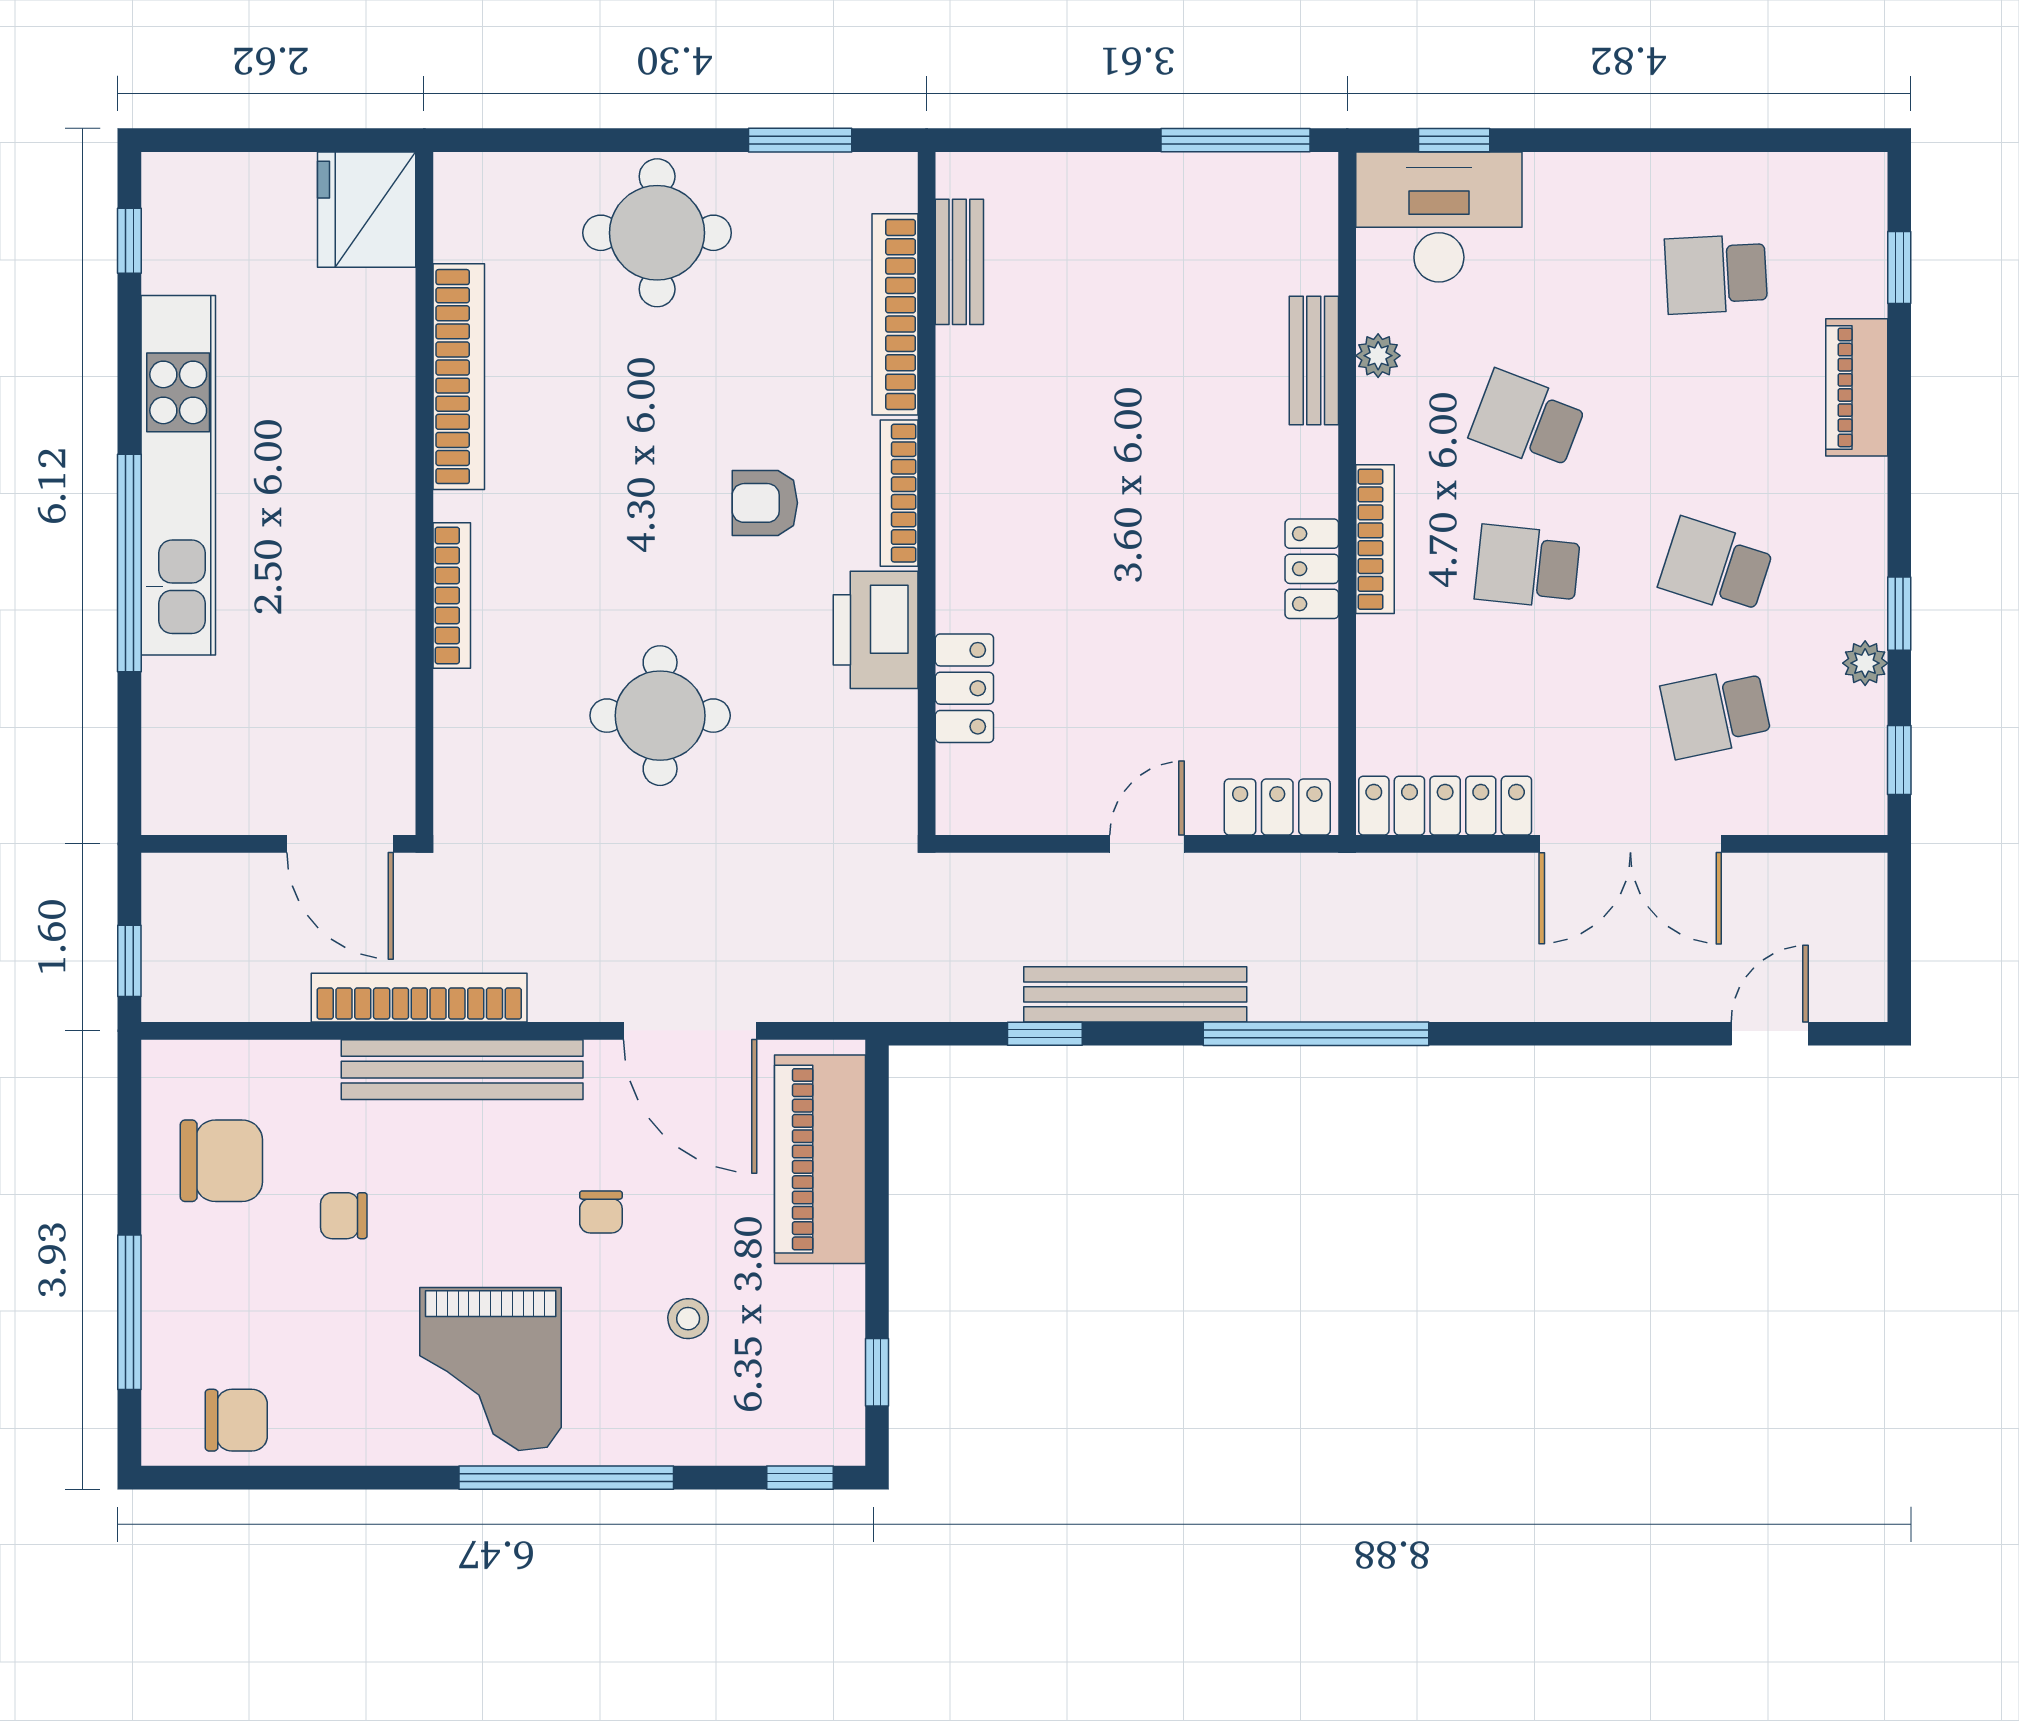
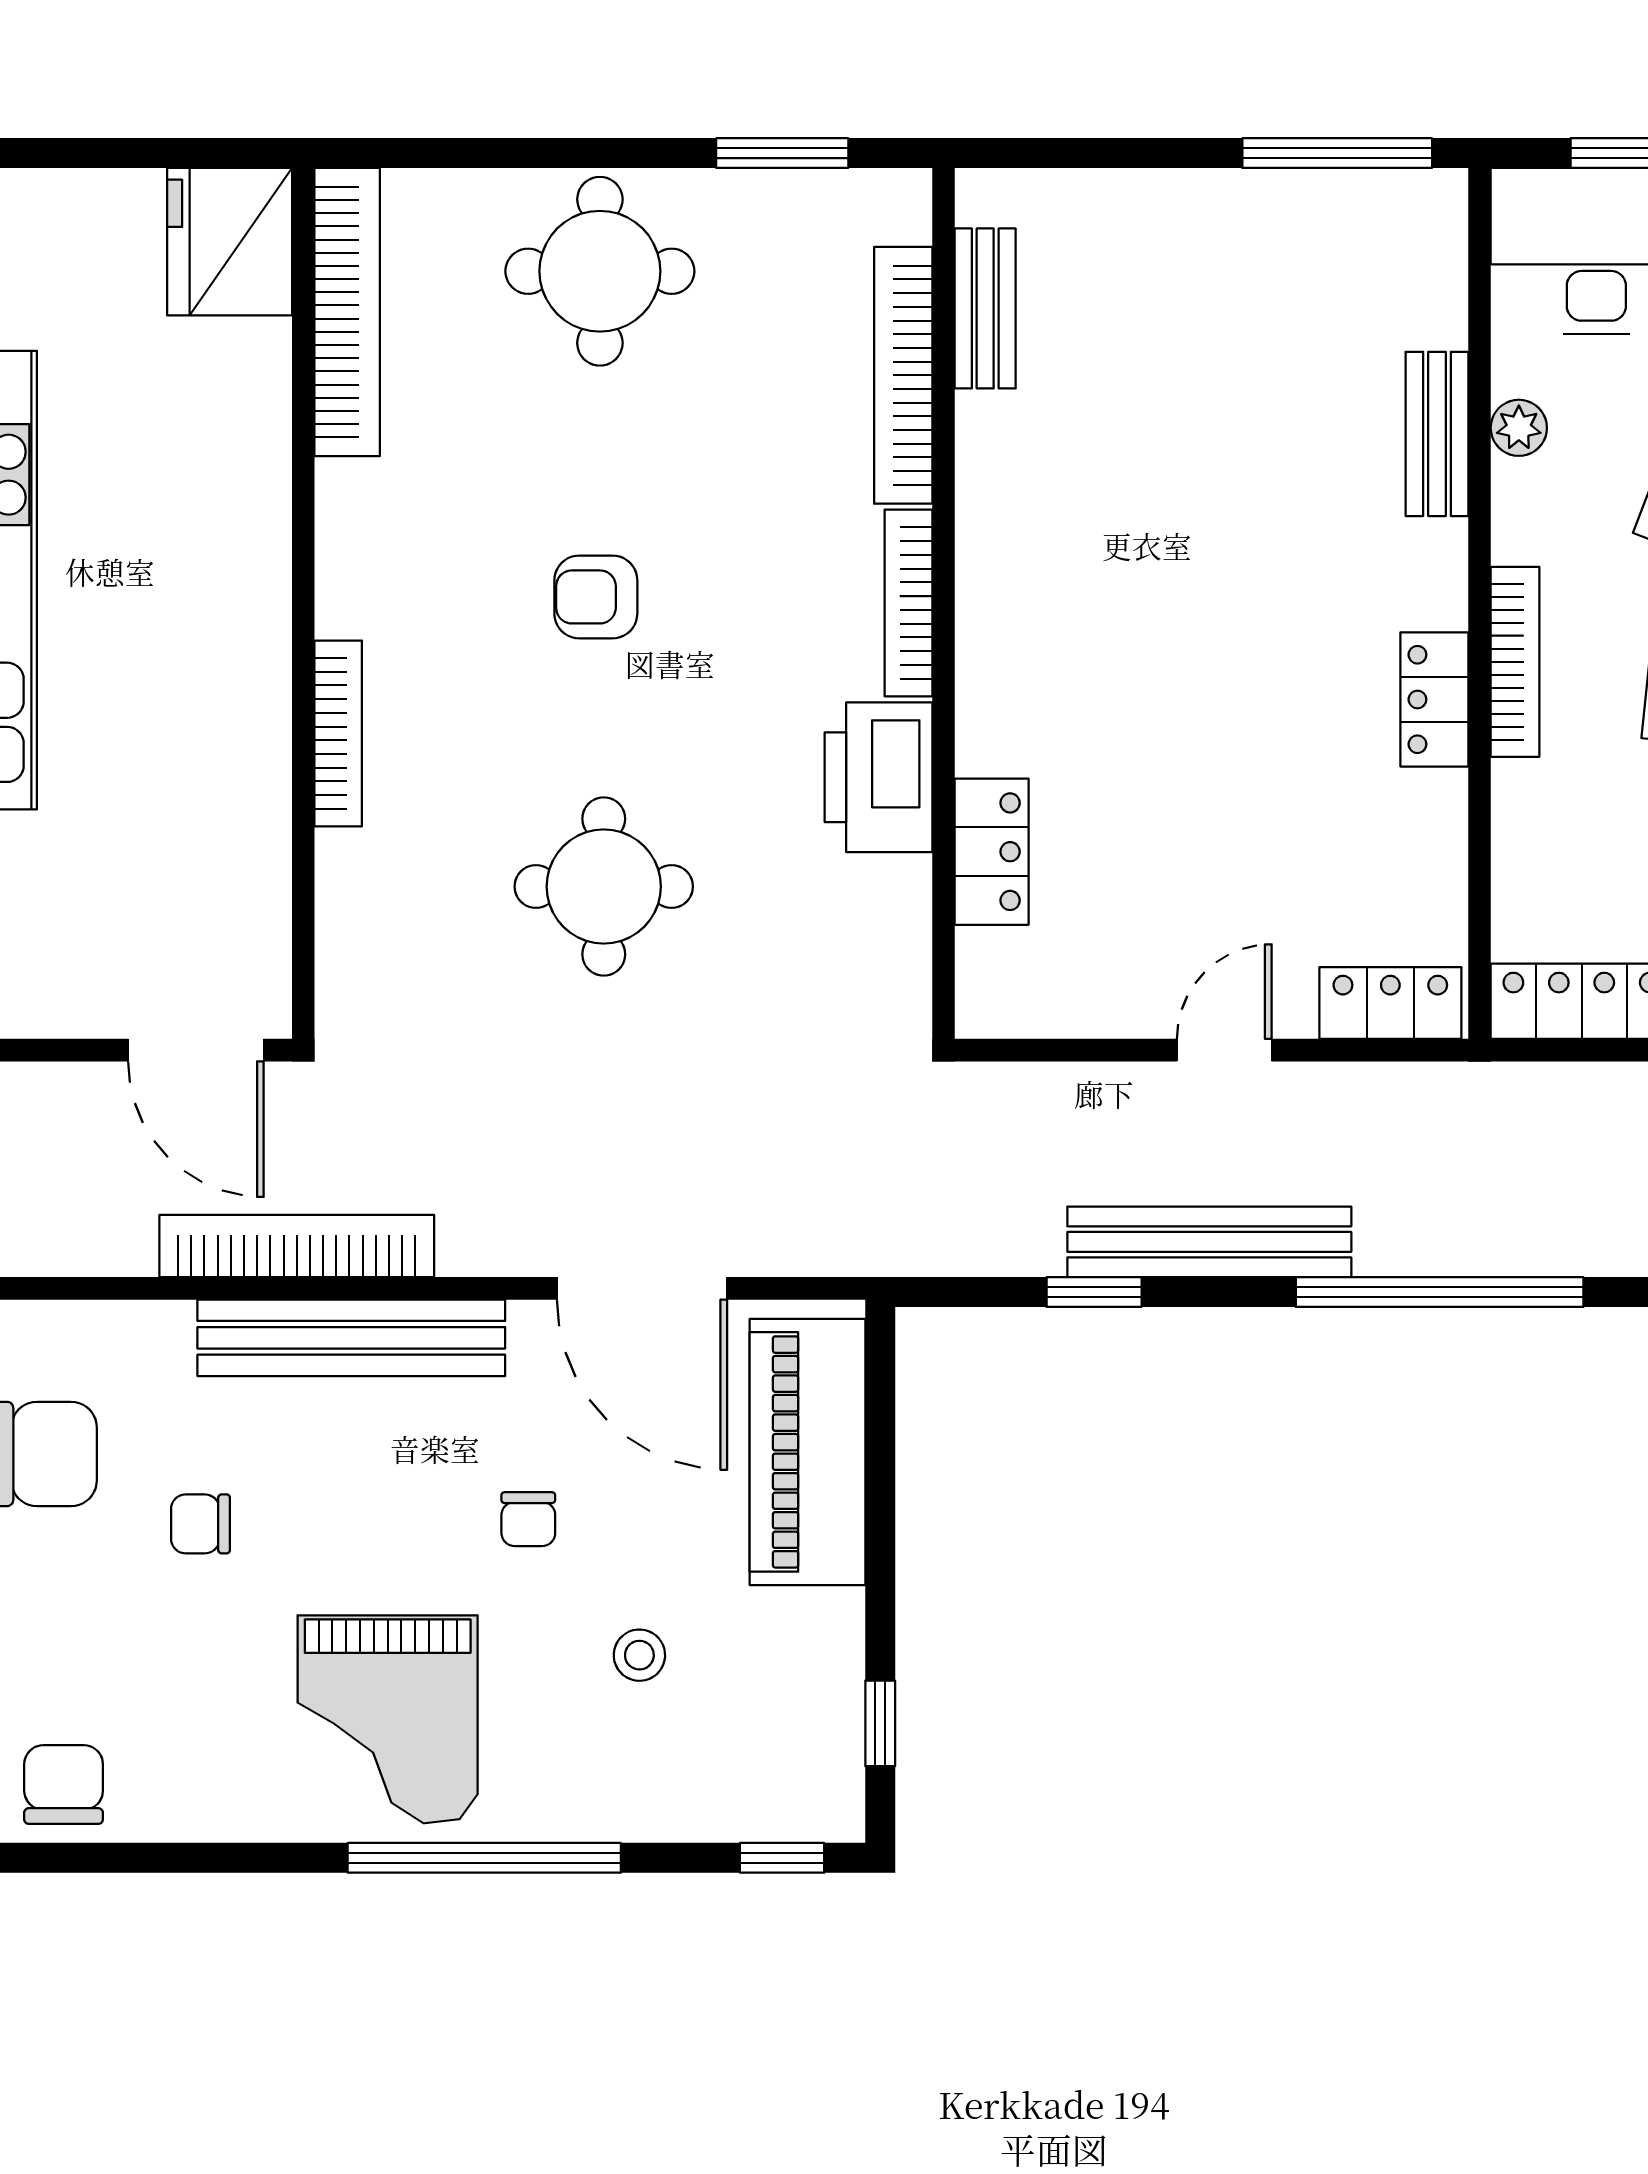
bookcase: (459, 377) -> (347, 312), moved
armchair: (765, 503) -> (596, 597), moved
chair: (236, 1420) -> (64, 1785), turned -90

